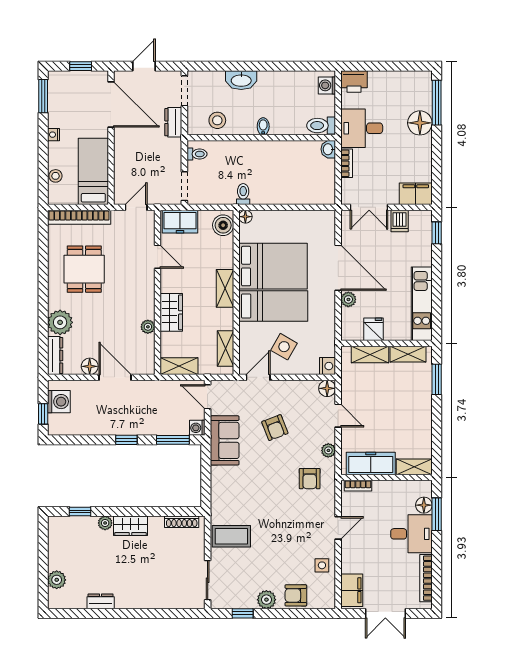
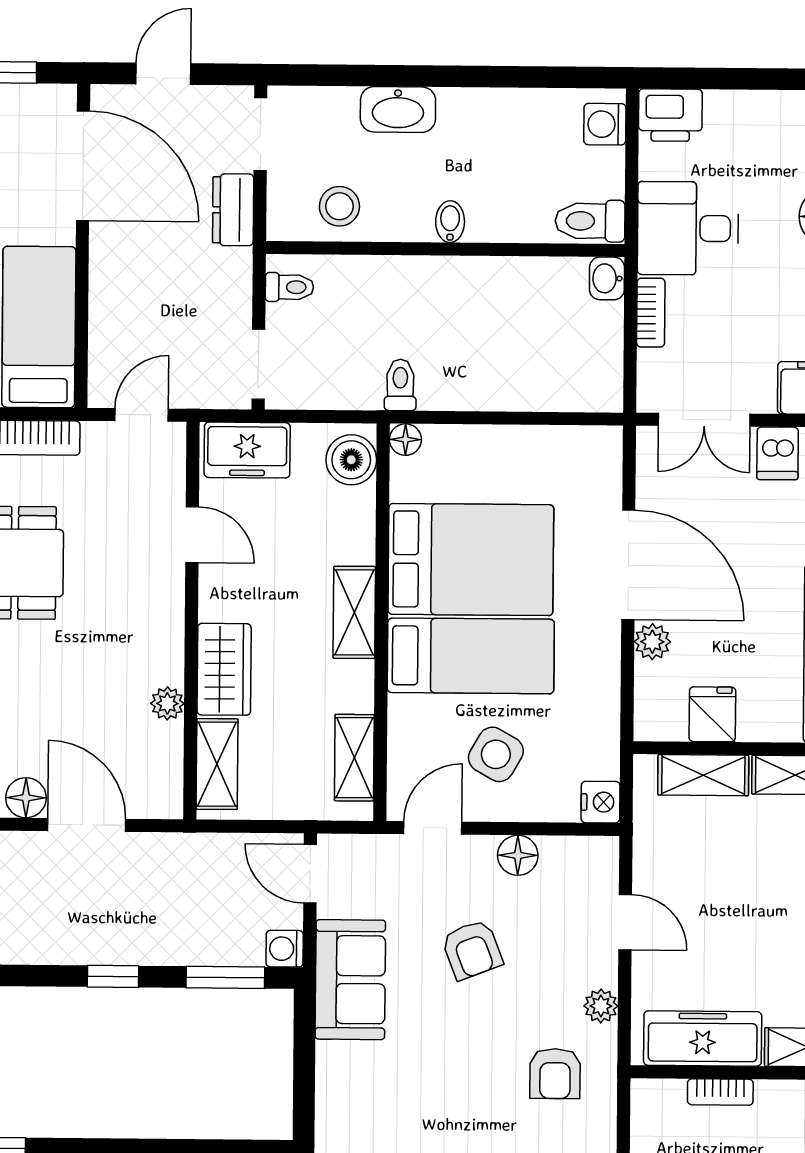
shelving: (179, 366) -> (217, 764), moved, turned 90
floor lamp: (327, 388) -> (518, 855), moved
bookcase: (358, 486) -> (720, 1092), moved

